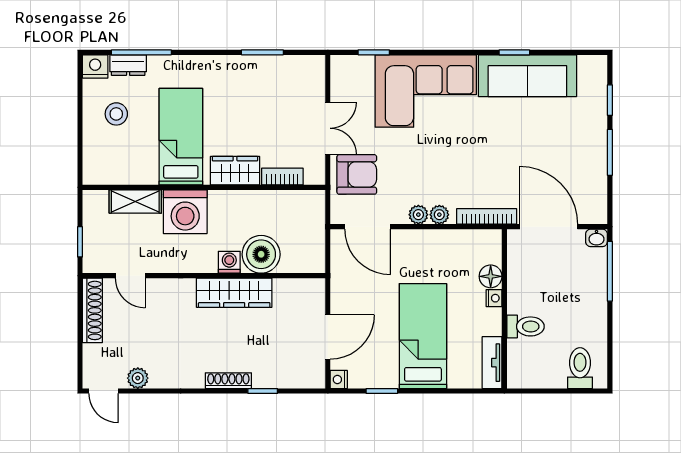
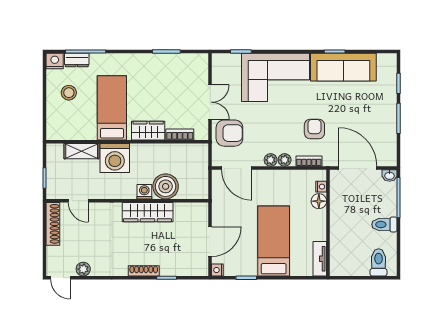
armchair: (484, 168) -> (314, 129), added
bookcase: (487, 216) -> (309, 161), width x0.64
nightstand: (494, 298) -> (321, 187), moved
toilet: (526, 326) -> (384, 224), moved, turned 180

